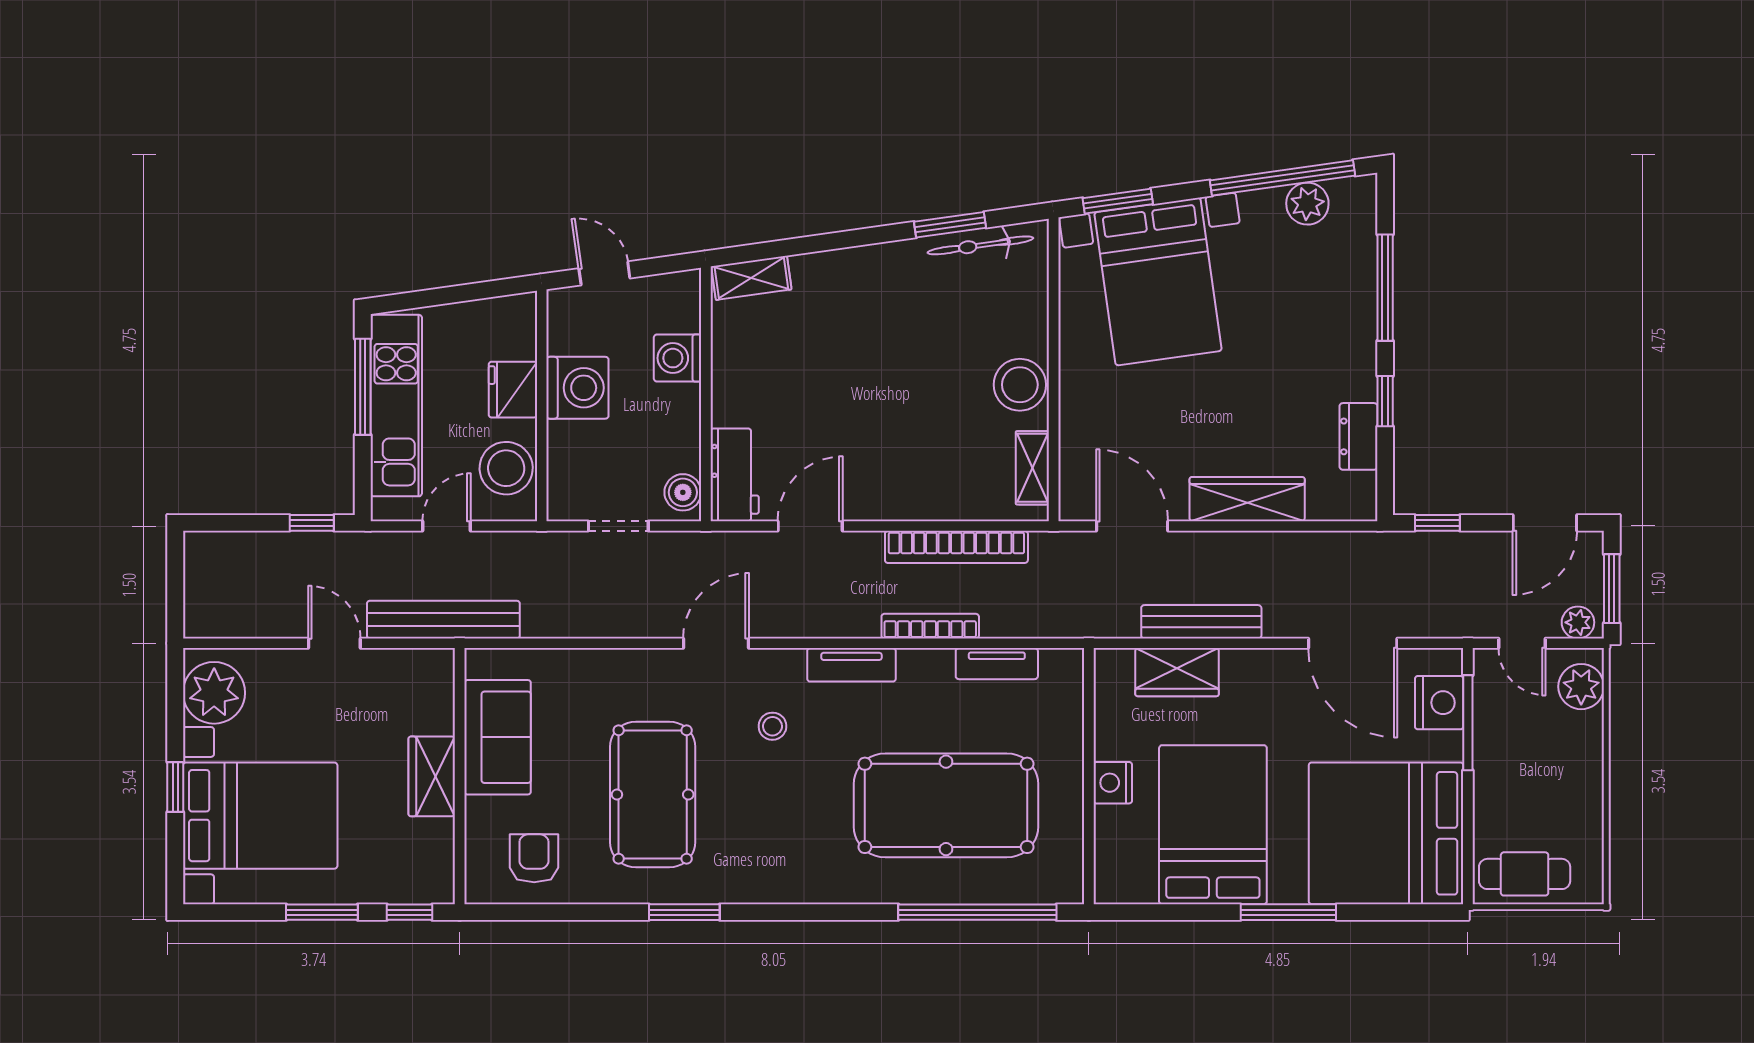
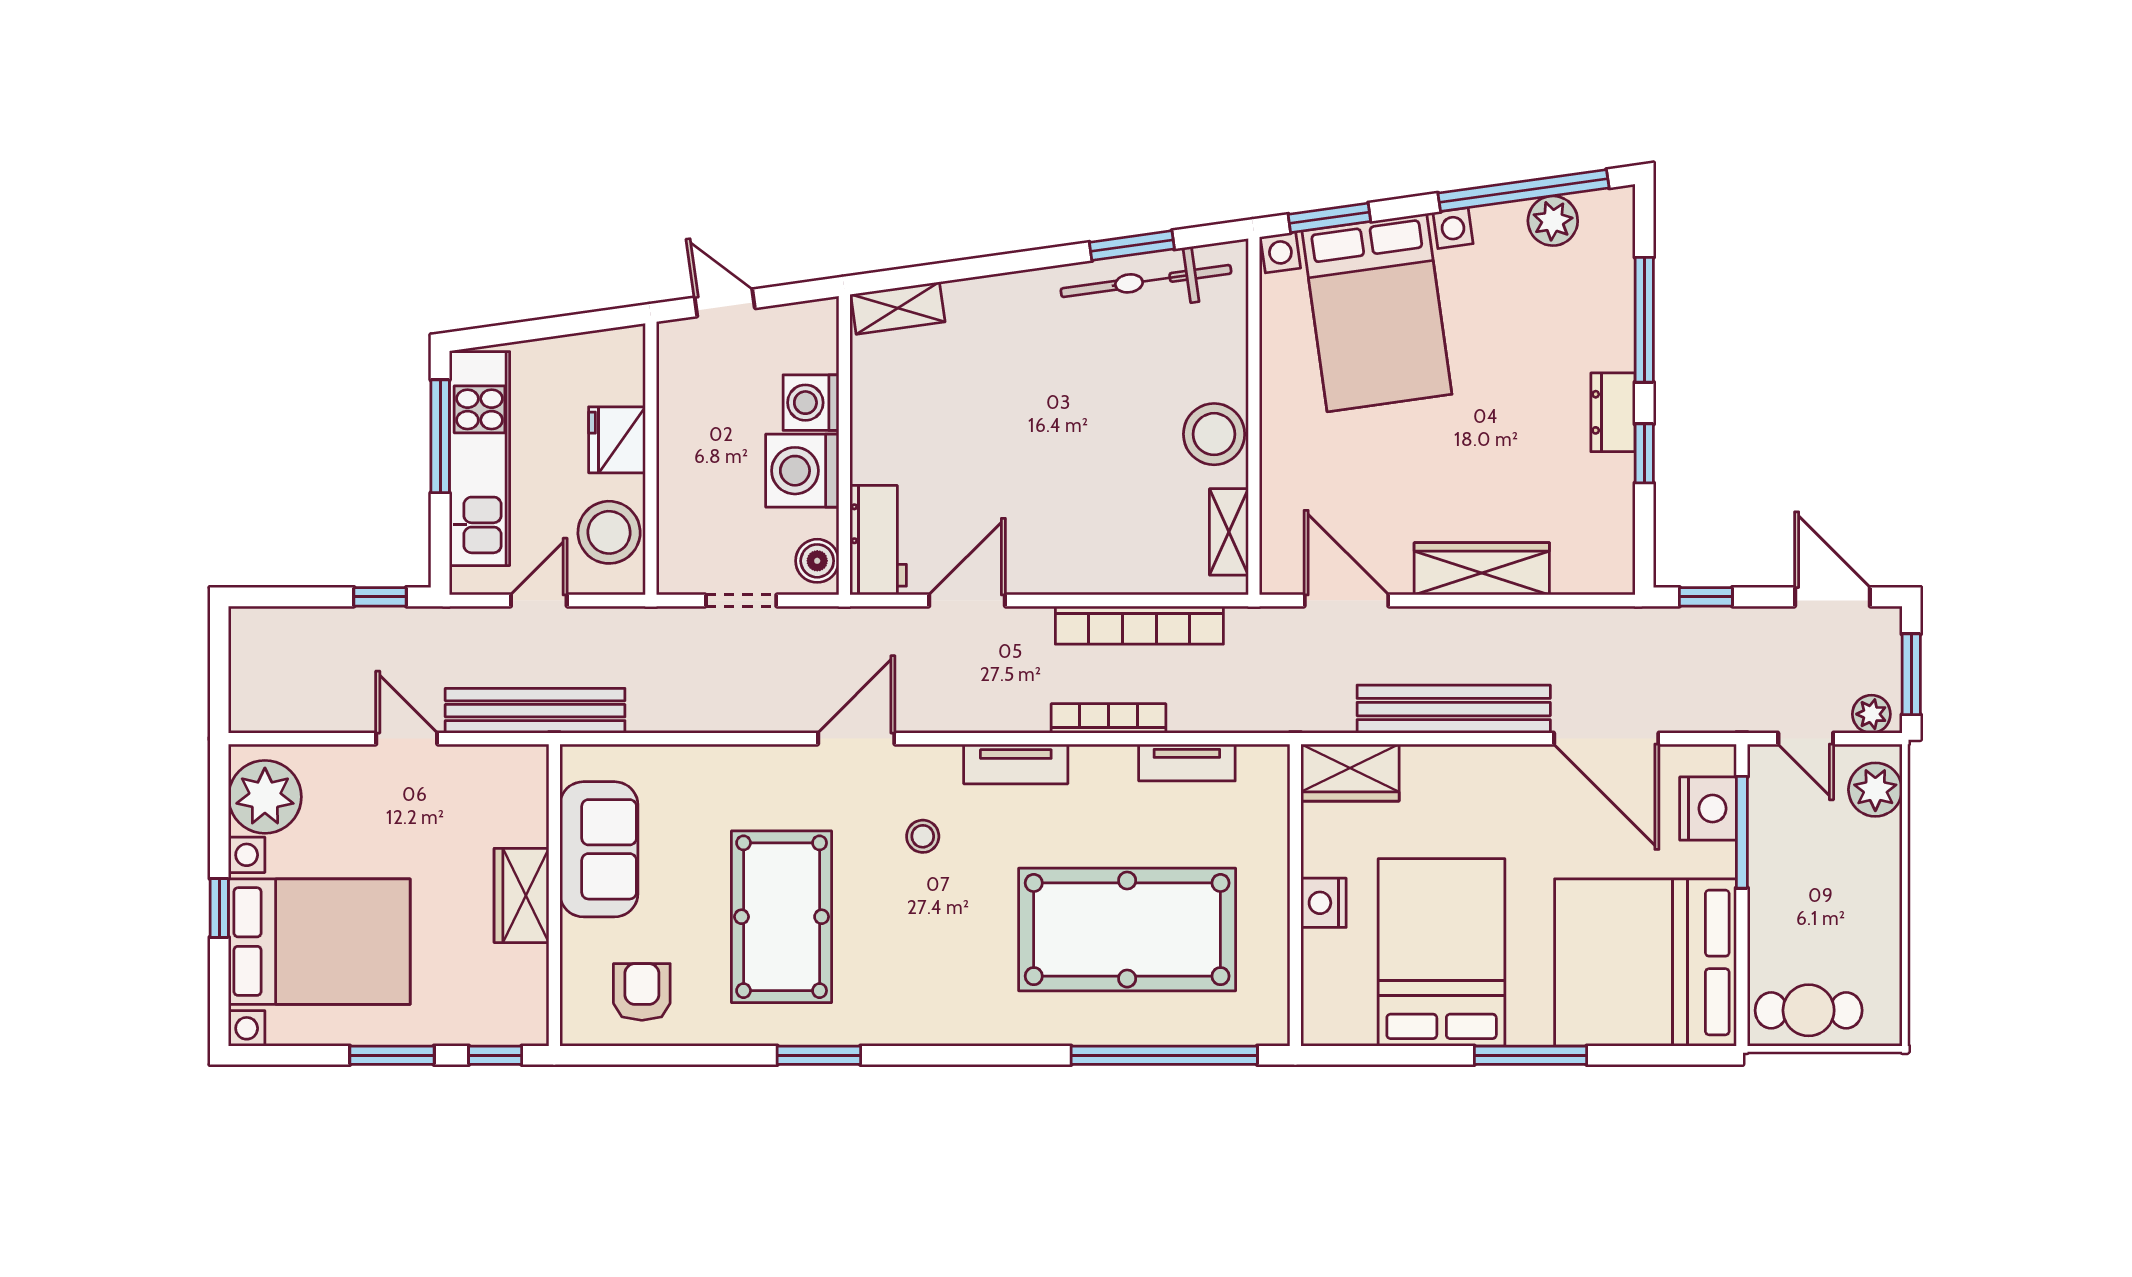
bicycle: (980, 245) -> (1146, 281), width x1.37, depth x1.40
washing machine: (577, 388) -> (802, 471), moved, turned 180
dresser: (1358, 436) -> (1613, 412), moved
door: (1545, 523) -> (1832, 597), swing flipped
bench: (1201, 622) -> (1454, 709), width x1.37, depth x1.21
wardrobe: (1177, 672) -> (1350, 773), moved

